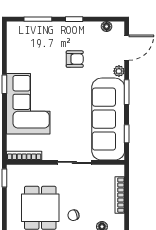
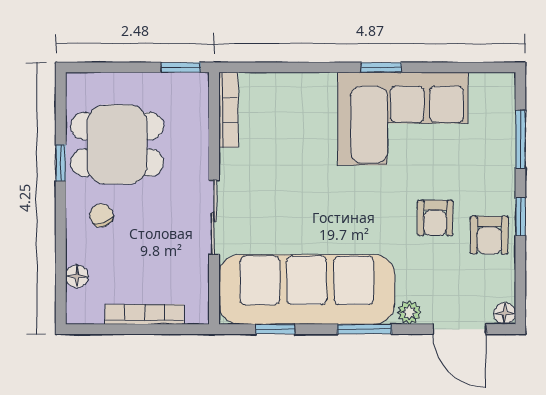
floor lamp: (107, 26) -> (505, 313), moved
armchair: (83, 34) -> (489, 235), added
corner sofa: (28, 104) -> (403, 119), moved

